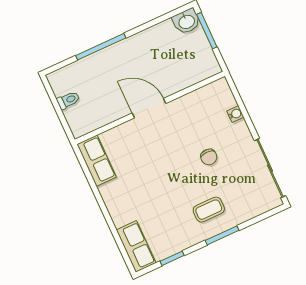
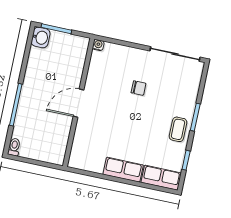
toilet: (68, 100) -> (14, 147), moved
water cooler: (235, 114) -> (98, 45), moved
row of seats: (97, 161) -> (123, 170), moved
coffee table: (209, 210) -> (178, 129), moved

